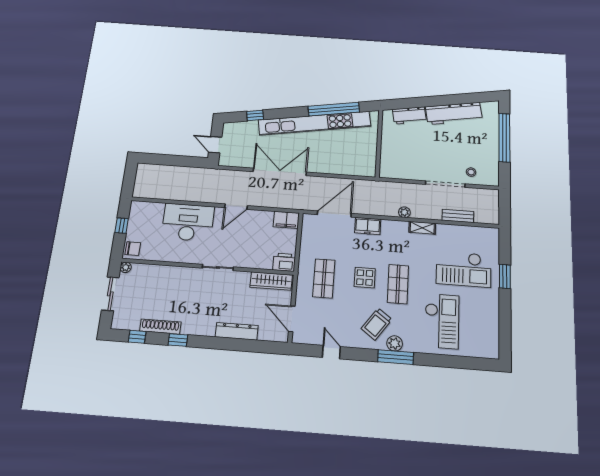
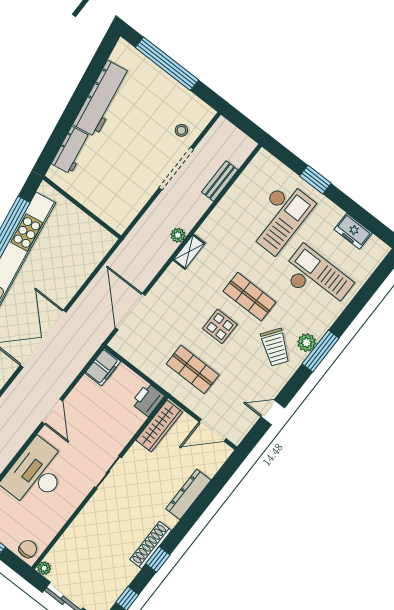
freezer: (368, 226) -> (353, 231), moved, turned 90
shelving: (422, 228) -> (189, 252), moved
shoe rack: (160, 327) -> (151, 545), moved

